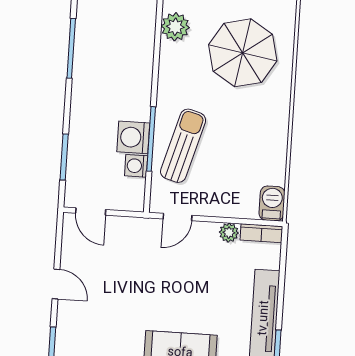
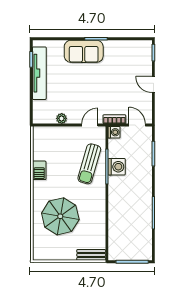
plant: (175, 27) -> (98, 228), removed
washing machine: (136, 166) -> (114, 132), moved
barbecue: (272, 203) -> (39, 170), moved
bookcase: (261, 233) -> (114, 119), moved

